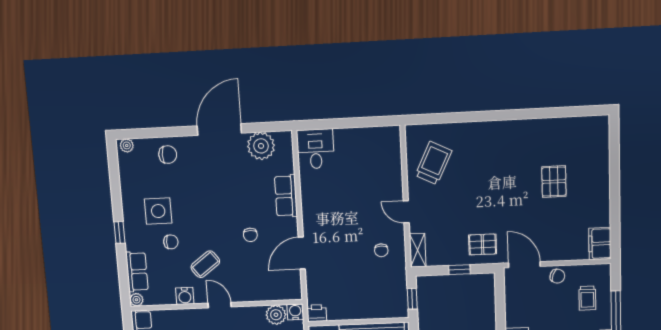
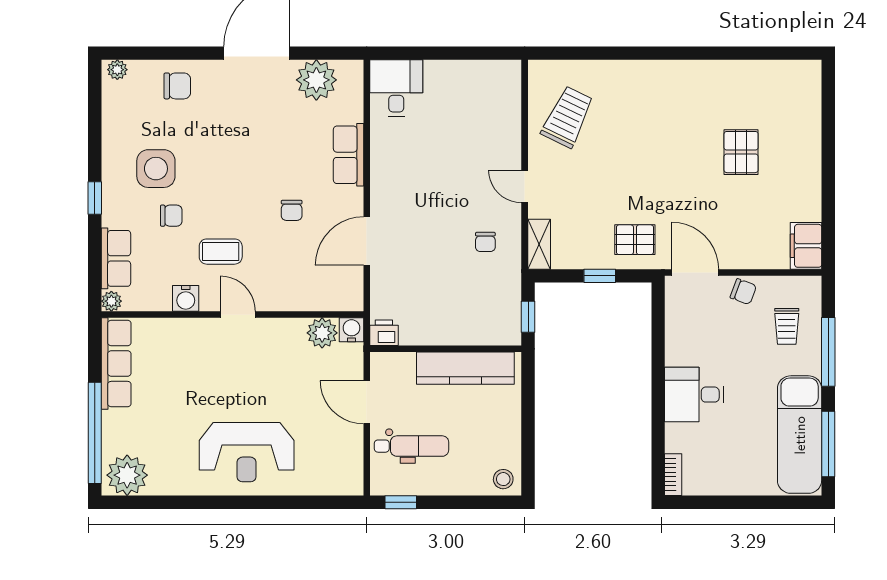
coffee table: (205, 264) -> (221, 252), turned 37

